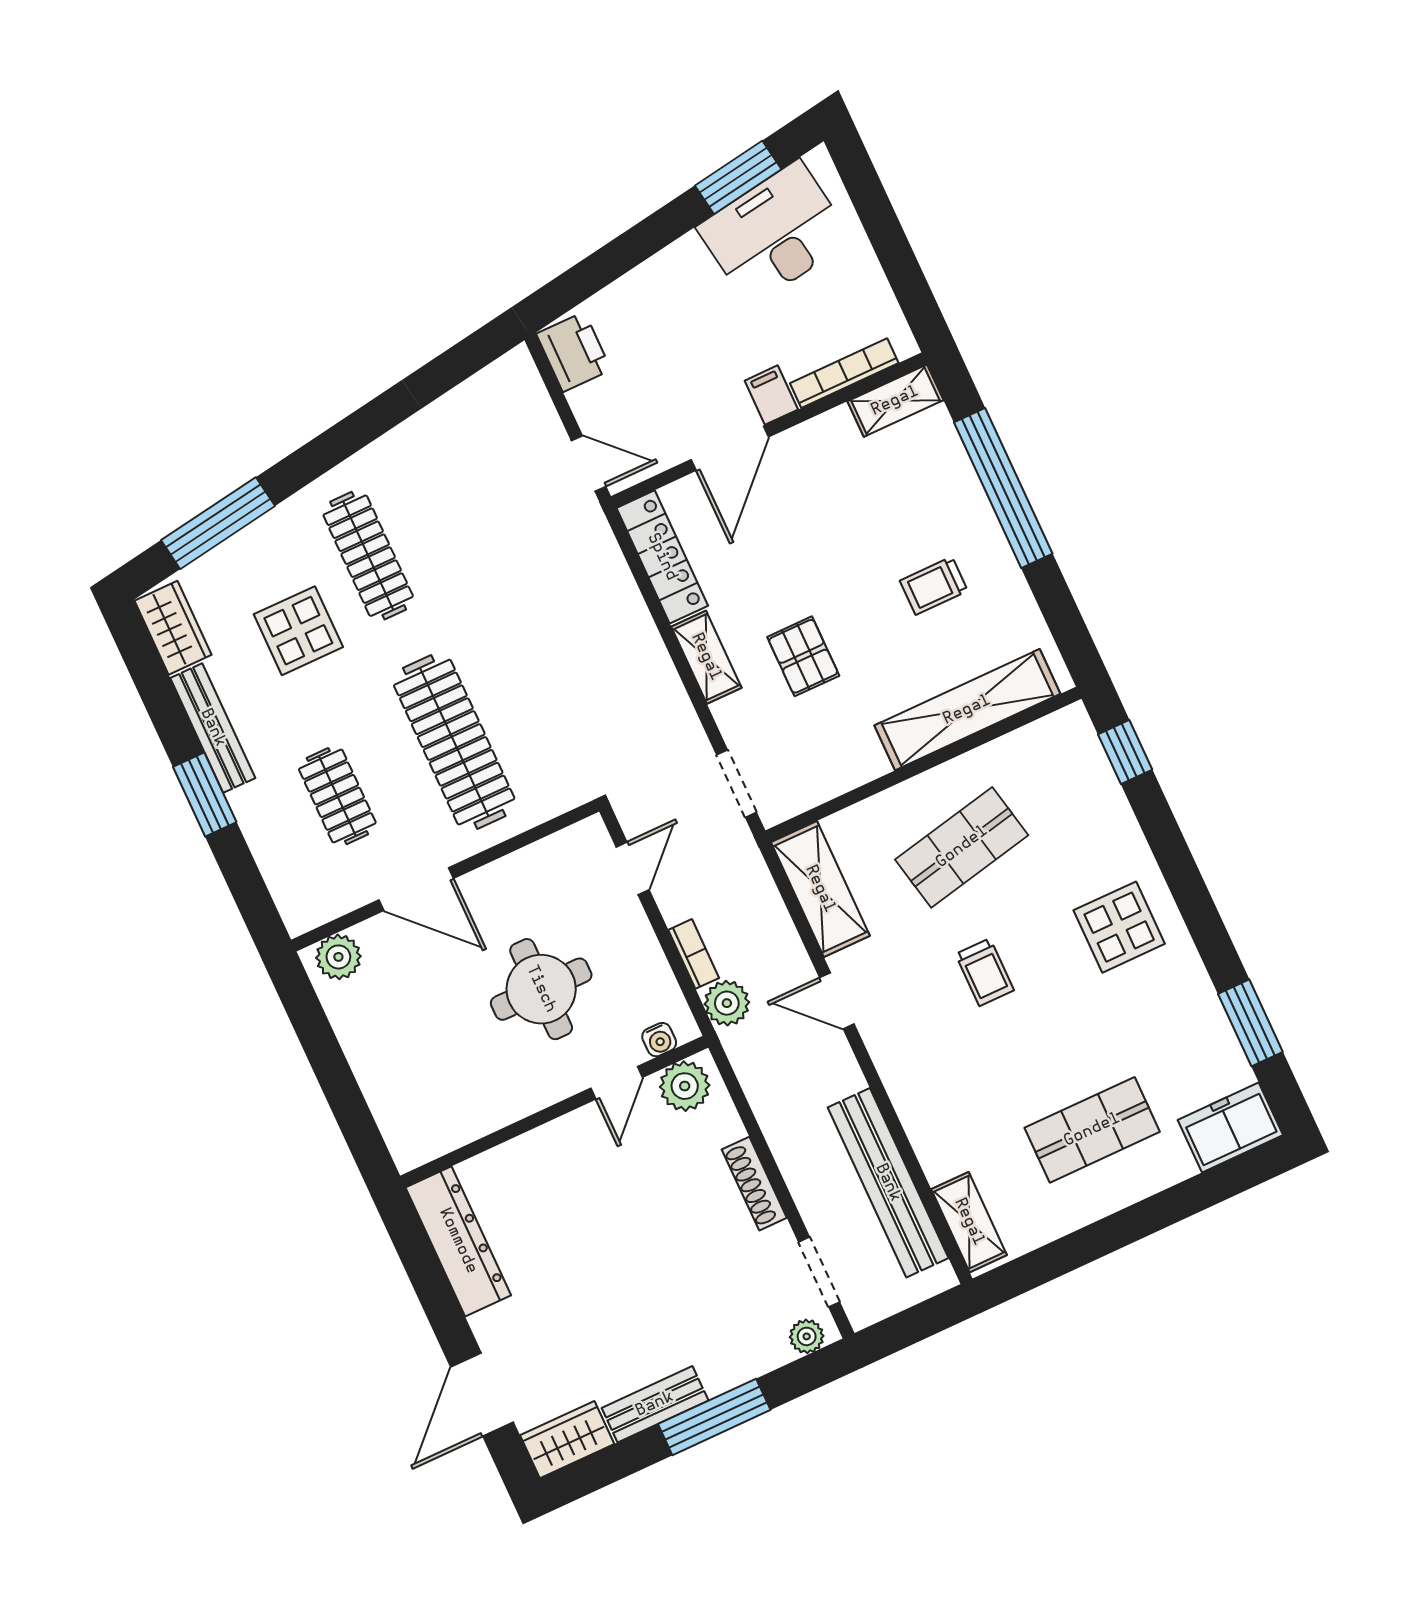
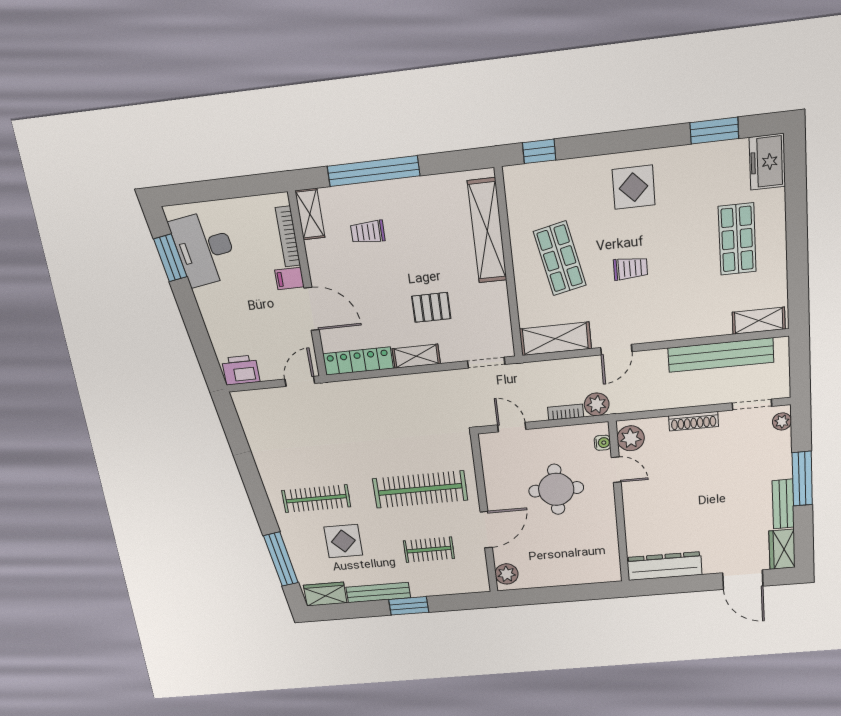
trolley: (934, 586) -> (368, 232), moved, turned 90

